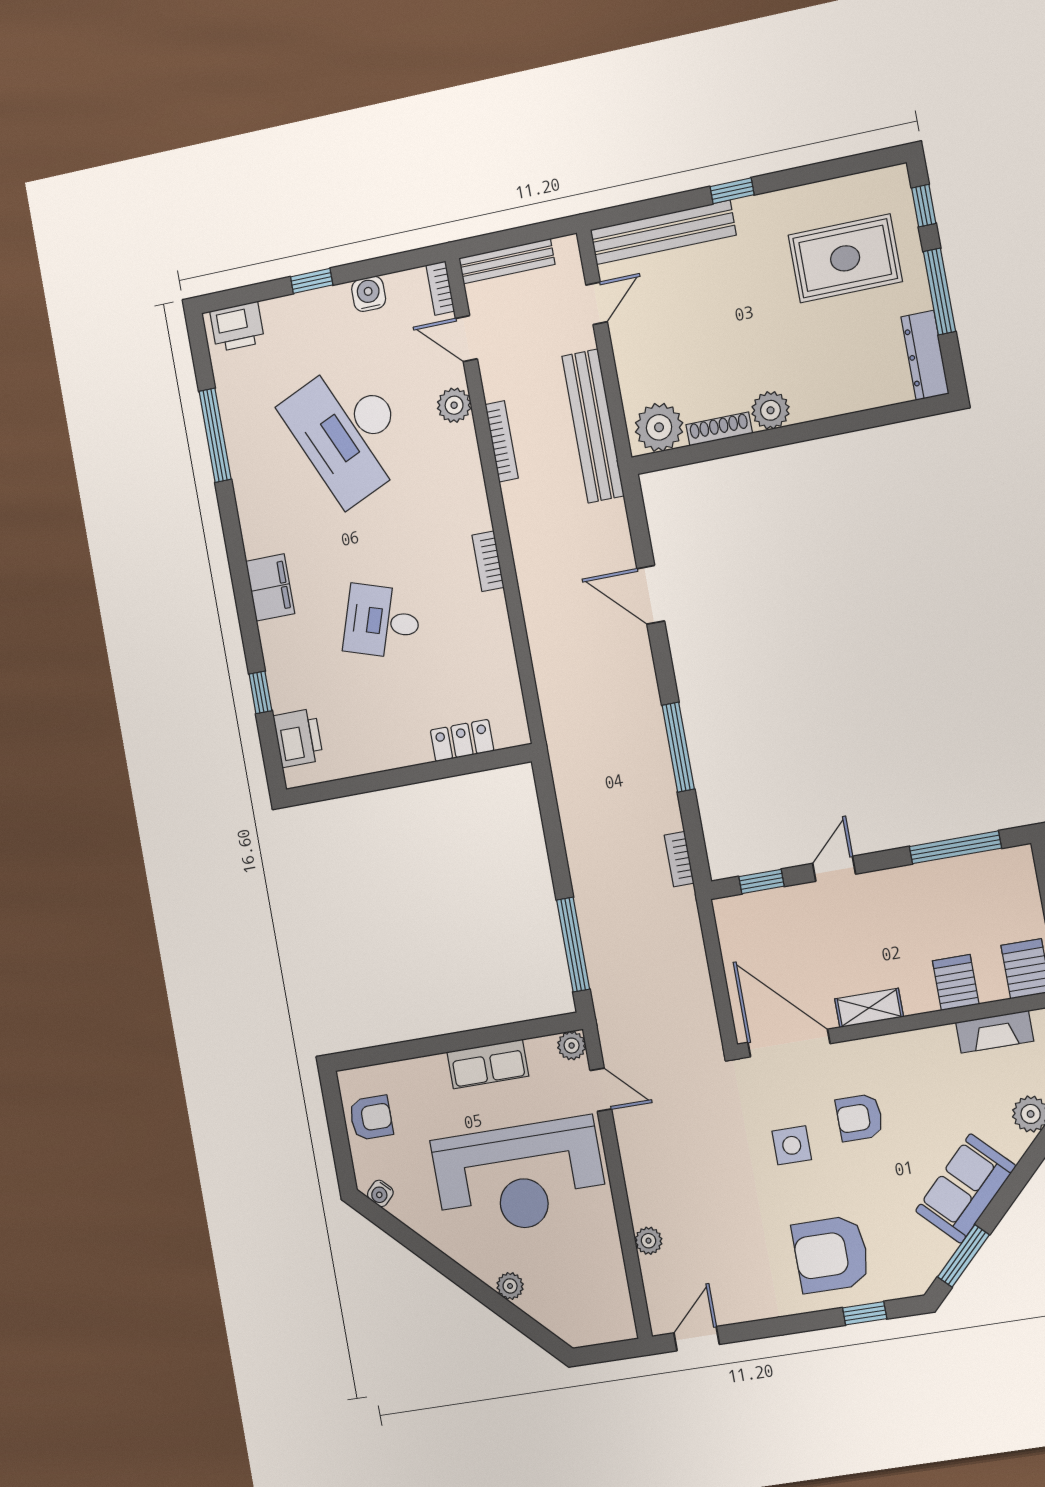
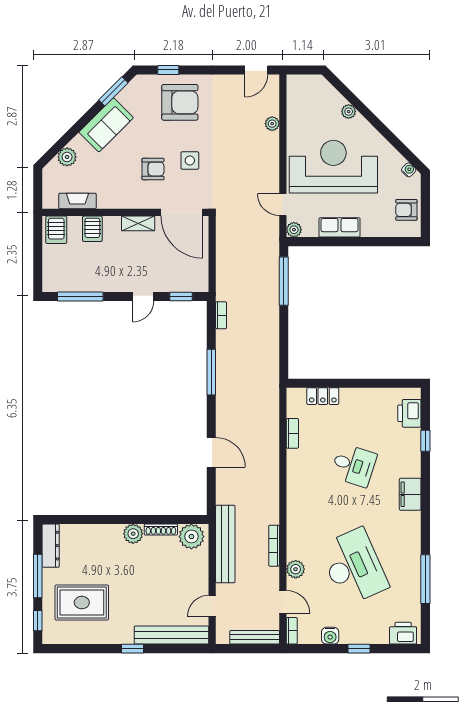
bookcase: (488, 561) -> (292, 433), moved

